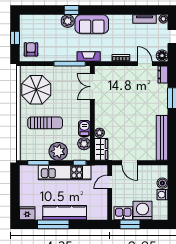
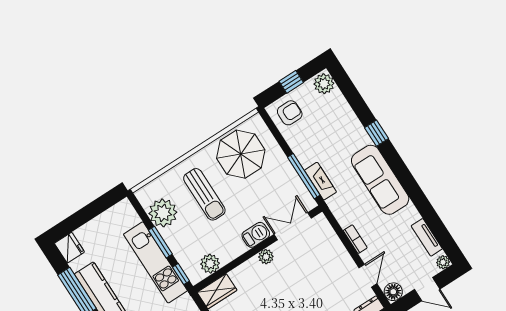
plant: (68, 21) -> (324, 84), moved
sofa: (92, 24) -> (380, 180), width x1.36
fireplace: (89, 56) -> (320, 181), moved
barbecue: (84, 128) -> (256, 235), moved
plant: (100, 133) -> (266, 257), moved
plant: (58, 151) -> (163, 213), moved
window: (38, 163) -> (160, 242), moved

